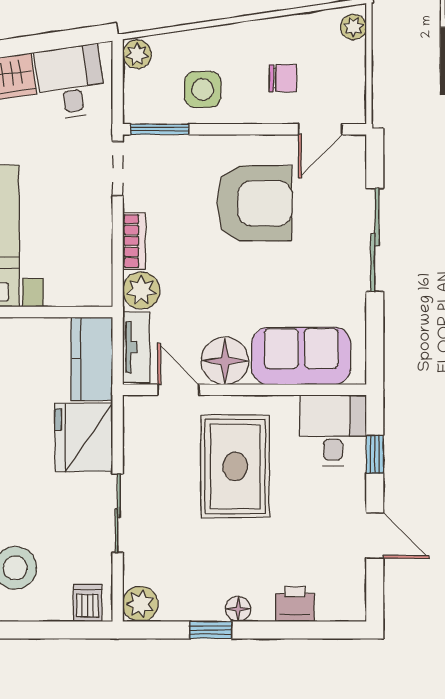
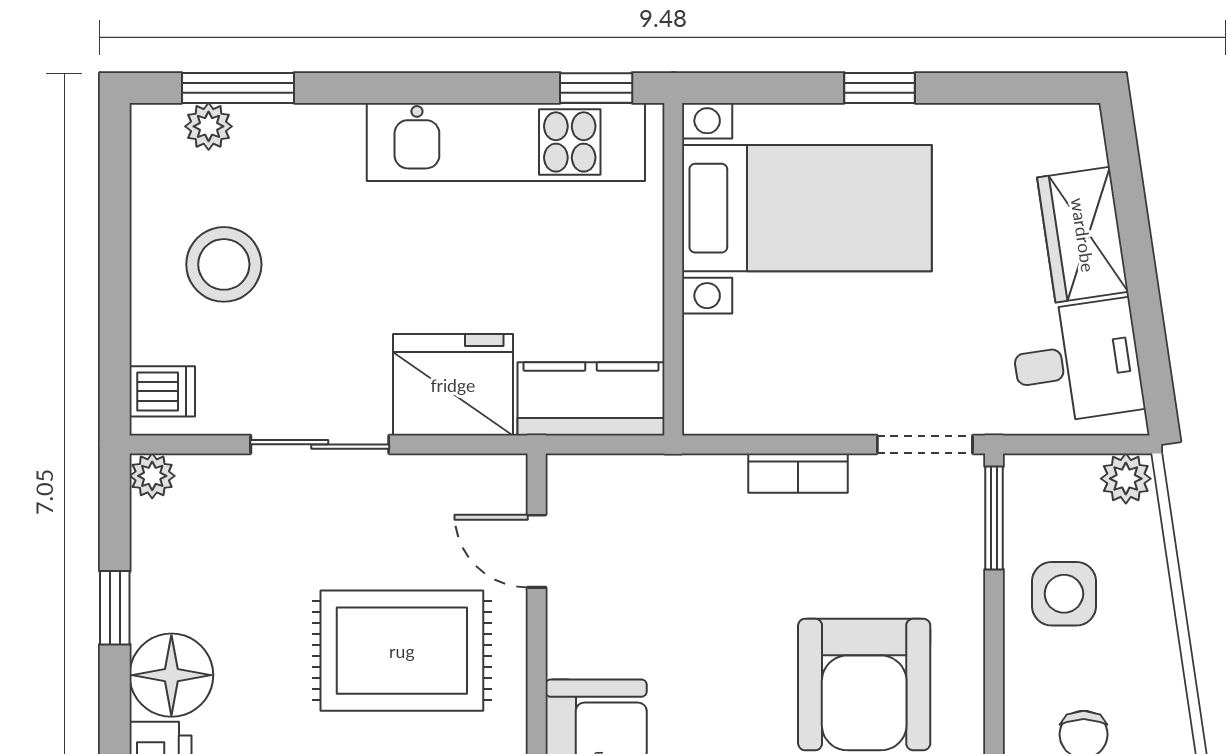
plant: (141, 290) -> (711, 486), removed
tv unit: (136, 347) -> (611, 477), removed
floor lamp: (225, 361) -> (587, 633), removed
door: (178, 390) -> (537, 551), swing flipped
plant: (140, 604) -> (152, 476), width x0.73, depth x0.73
floor lamp: (238, 609) -> (171, 675), width x1.89, depth x1.89

